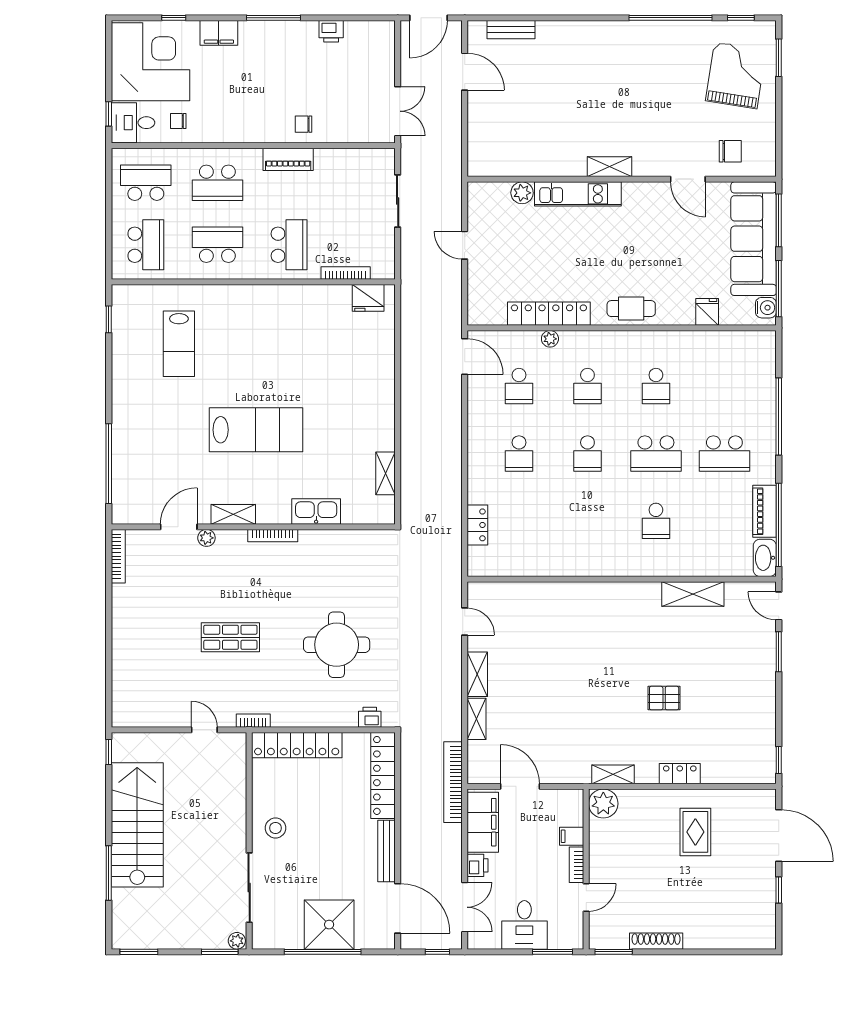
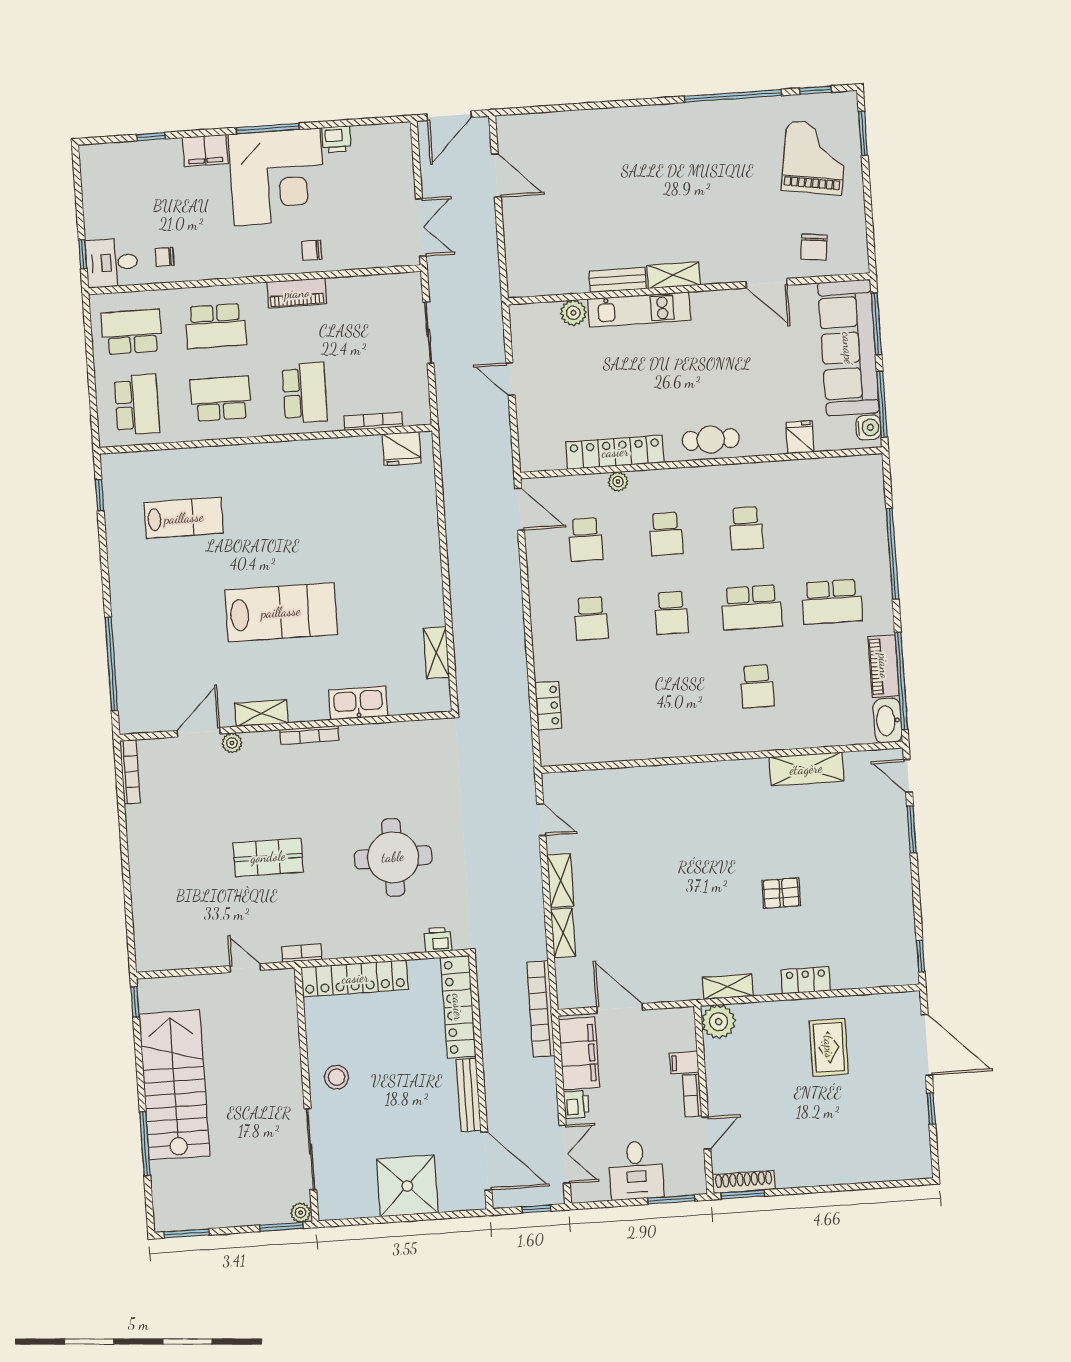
bench: (511, 30) -> (618, 280), moved
corner desk: (150, 62) -> (277, 177), moved, turned 90
chair: (730, 151) -> (814, 247), turned 97
lab bench: (179, 344) -> (184, 518), turned -90
shoe rack: (656, 941) -> (744, 1182), moved
window: (323, 952) -> (402, 1218), removed

